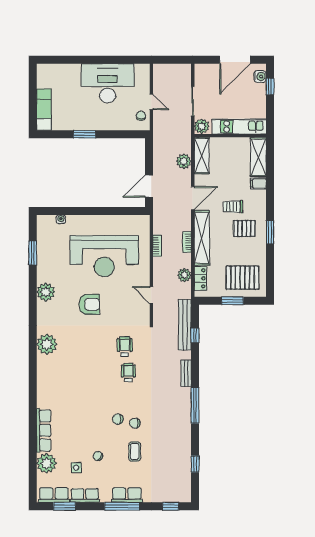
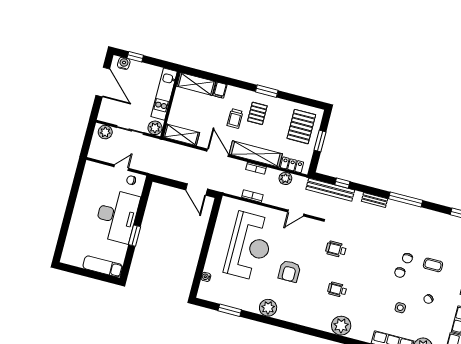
desk: (107, 83) -> (117, 216), moved, turned 180
plant: (184, 161) -> (105, 132), moved
armchair: (89, 304) -> (289, 271), turned 180
plant: (47, 344) -> (341, 326), moved
wheelchair: (128, 373) -> (337, 290), moved
side table: (76, 468) -> (400, 308), moved

